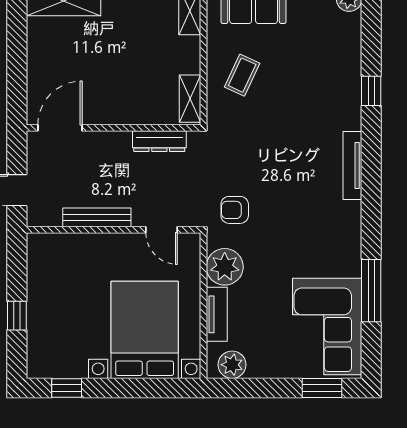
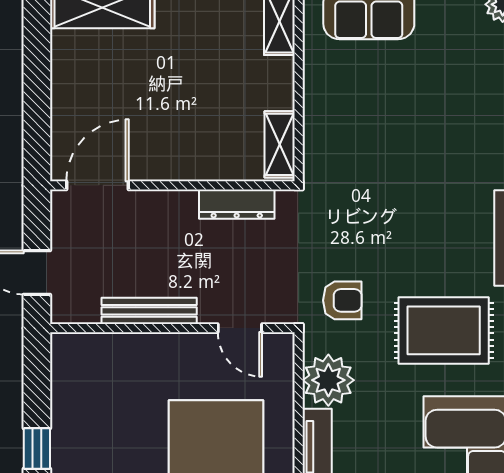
coffee table: (242, 75) -> (353, 111), removed
armchair: (235, 210) -> (342, 300), turned 180
rug: (307, 231) -> (444, 330), added

